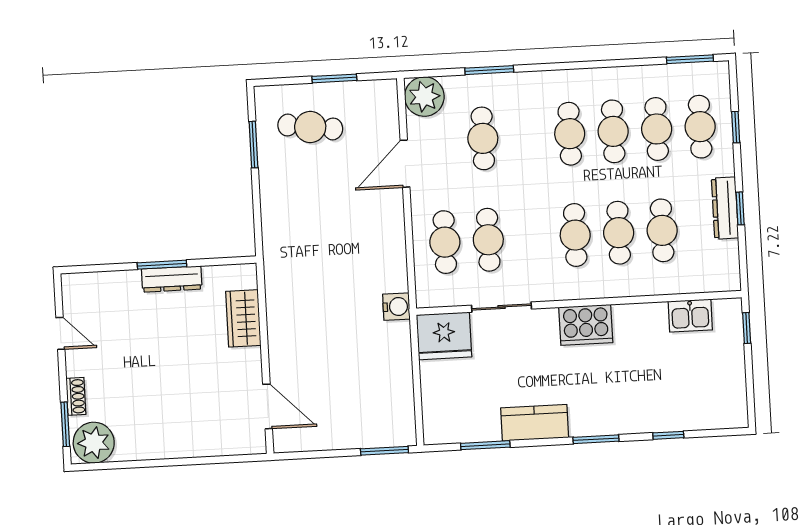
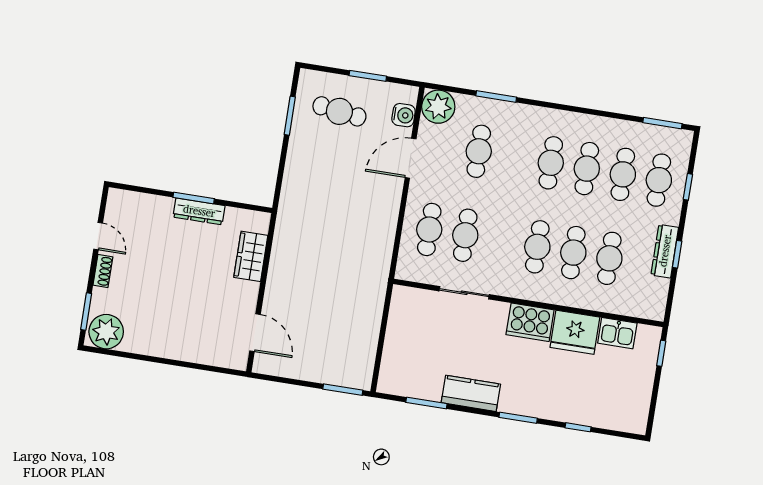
water cooler: (396, 307) -> (404, 115), moved
fridge: (444, 336) -> (575, 332), moved
shoe rack: (76, 396) -> (103, 271), moved

